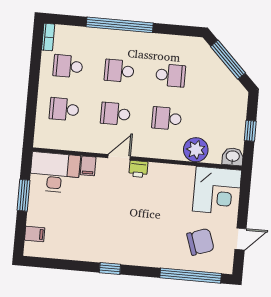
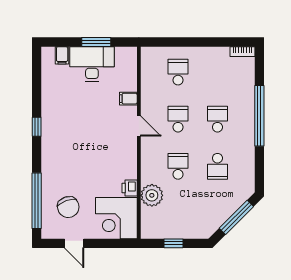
school desk: (68, 66) -> (217, 72), removed
washbasin: (233, 157) -> (149, 229), removed
printer: (138, 169) -> (130, 188), moved
desk: (55, 172) -> (92, 64), moved, turned -90

